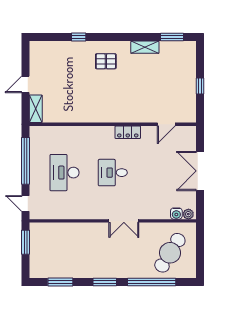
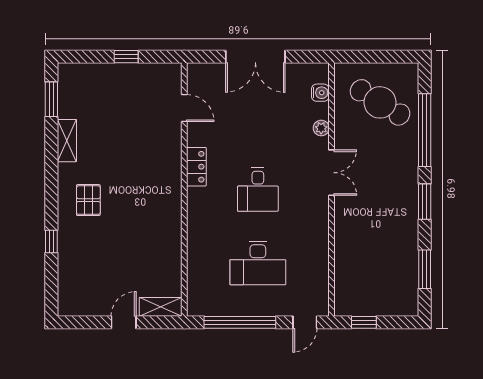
door: (26, 84) -> (124, 322), swing flipped
plant: (188, 214) -> (321, 128), moved
window: (26, 242) -> (364, 322), width x0.67

